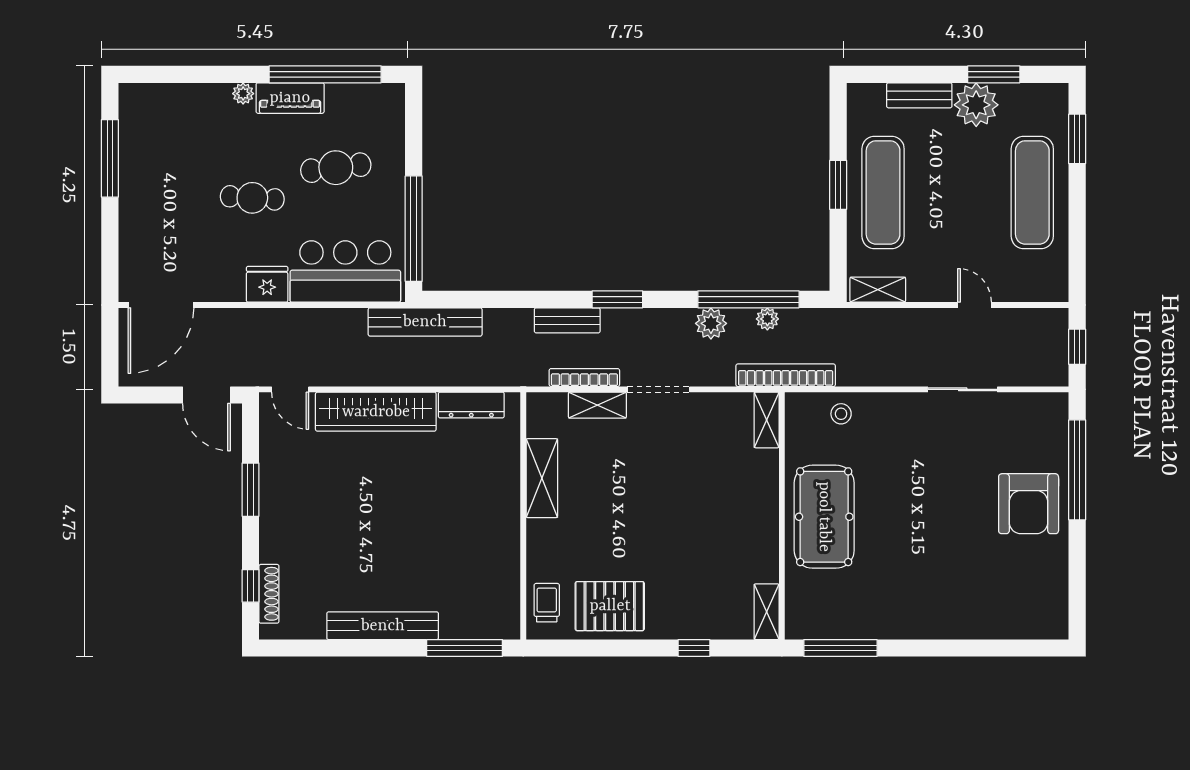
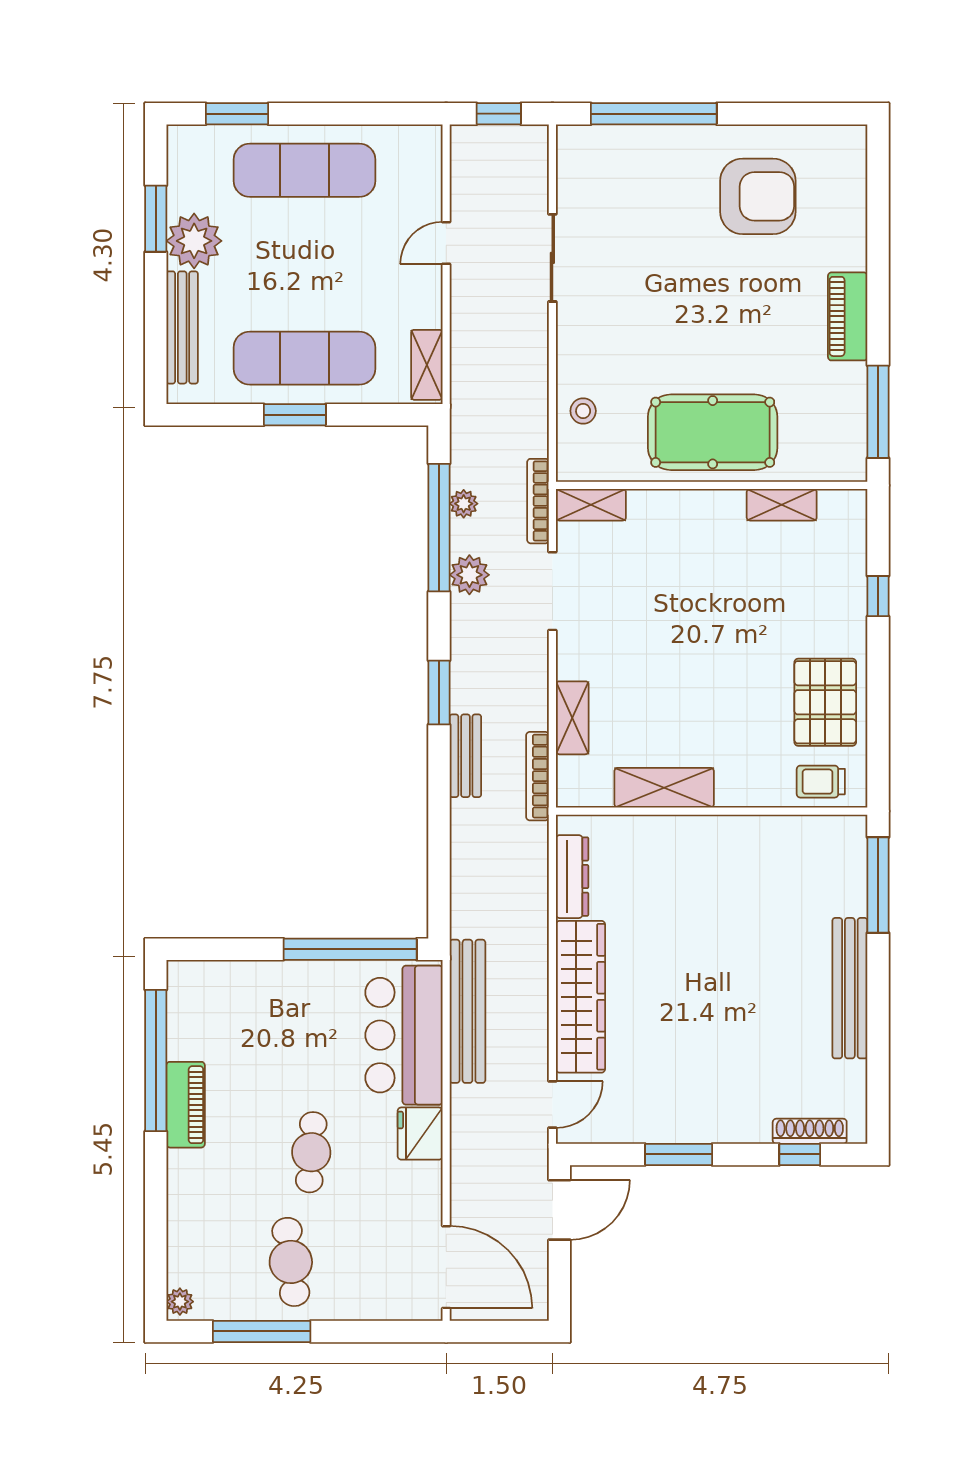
plant: (243, 94) -> (180, 1302), moved
bench: (919, 95) -> (182, 327), width x1.36
cafe table: (336, 168) -> (291, 1262), moved
bench: (425, 322) -> (467, 1011), moved
bookcase: (786, 375) -> (538, 501), width x0.68, depth x0.76
bookcase: (584, 378) -> (537, 776), moved
doorway: (659, 389) -> (552, 591), moved
armchair: (1029, 504) -> (758, 196), moved
shelving: (767, 612) -> (782, 505), moved
piano: (916, 624) -> (848, 316), added

